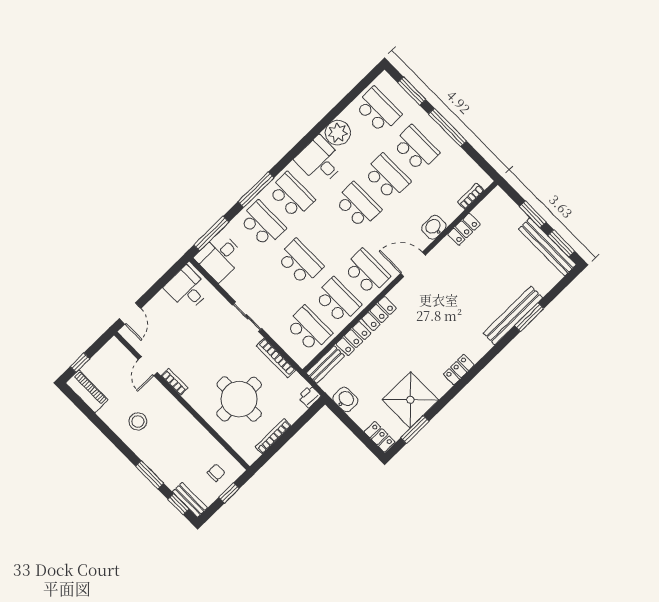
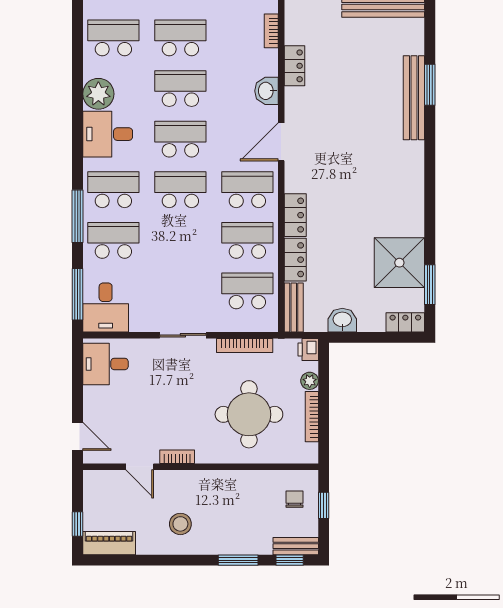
school desk: (300, 262) -> (180, 190), moved
locker: (459, 370) -> (415, 193), removed
plant: (292, 415) -> (310, 381), added

